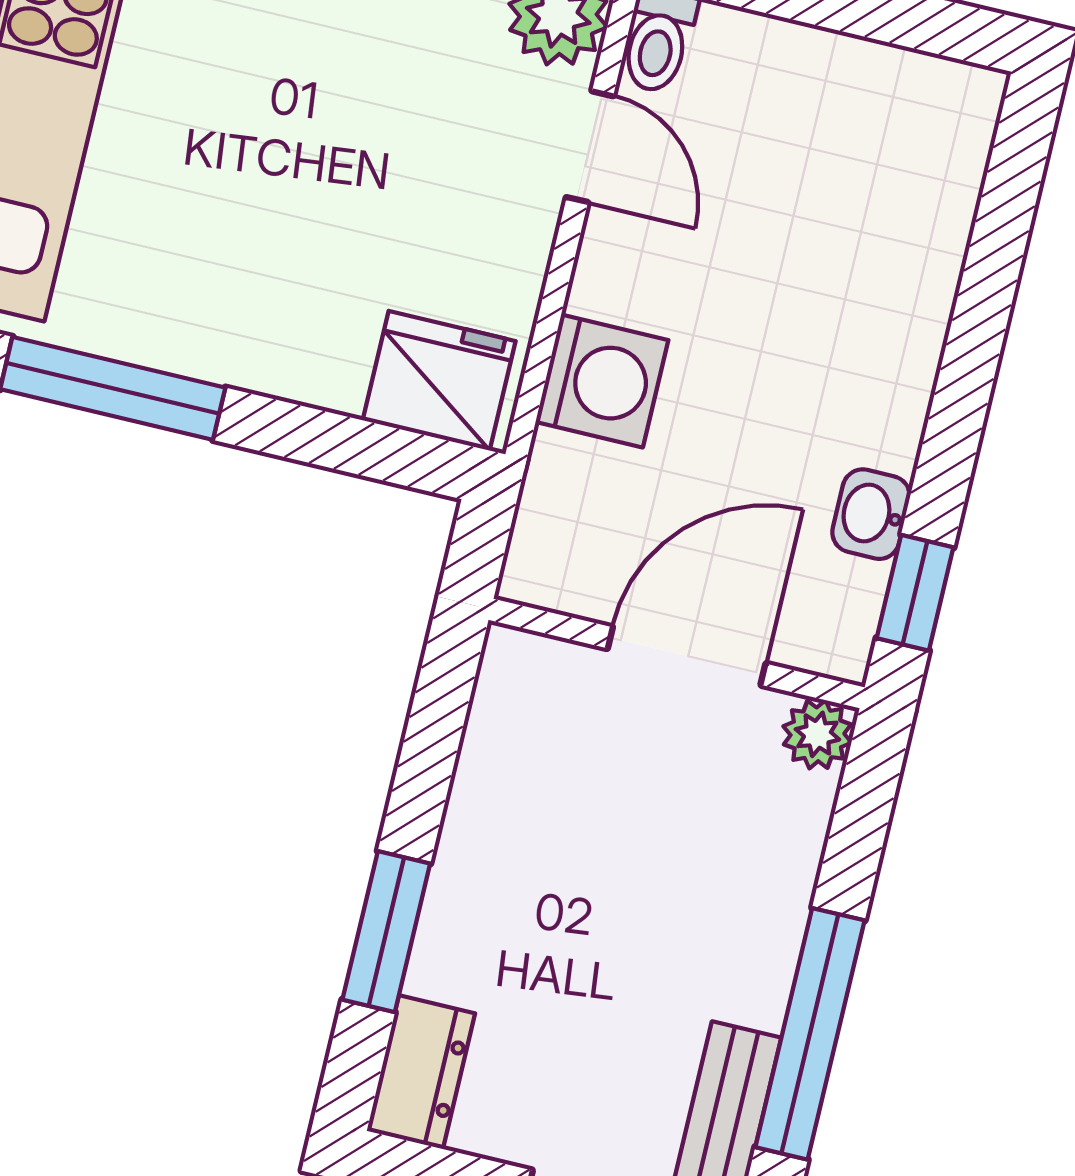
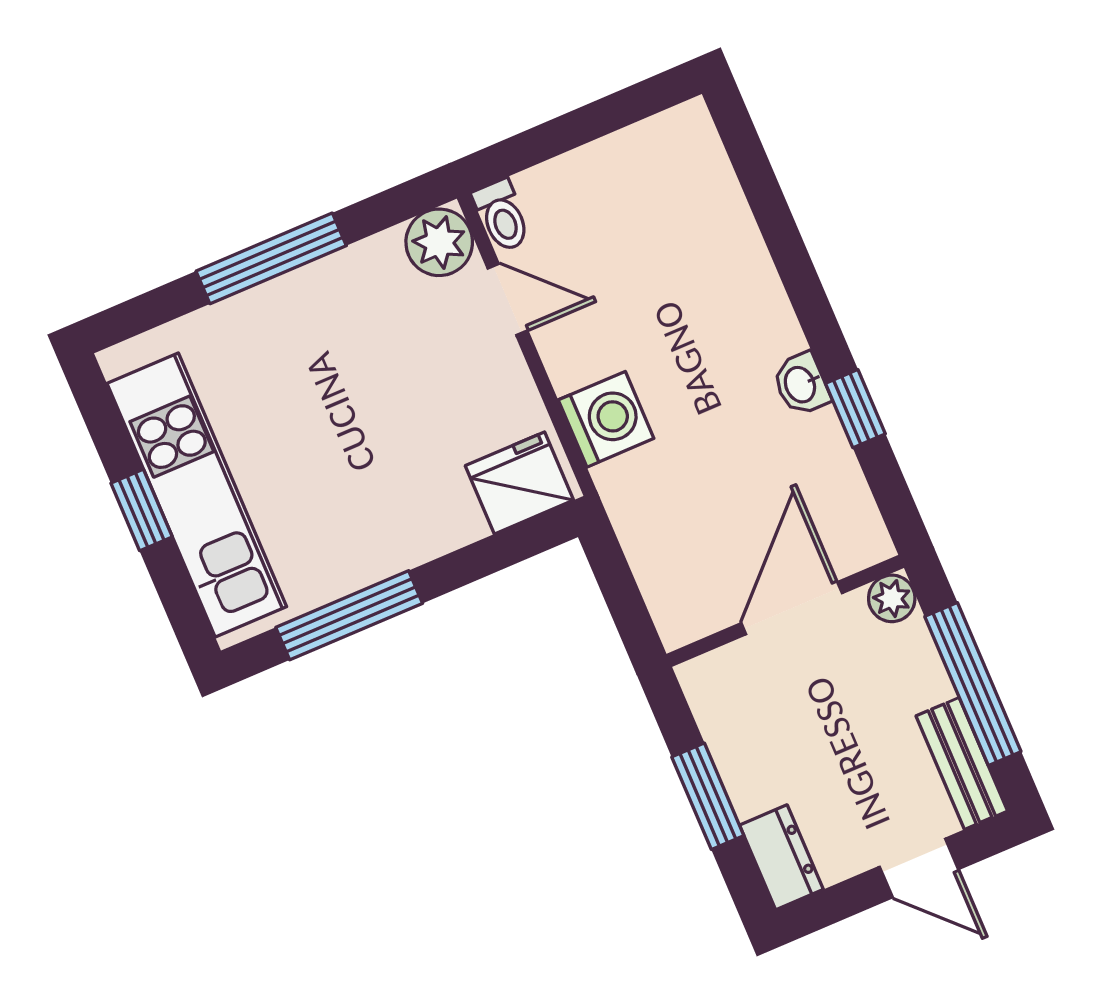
wall: (677, 654) -> (785, 611), moved
door: (687, 656) -> (792, 608), moved
plant: (817, 734) -> (892, 598), moved

